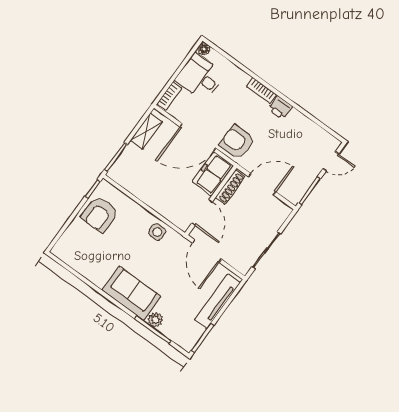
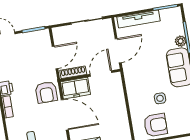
door: (262, 184) -> (55, 57), swing flipped
side table: (157, 232) -> (160, 98), moved

